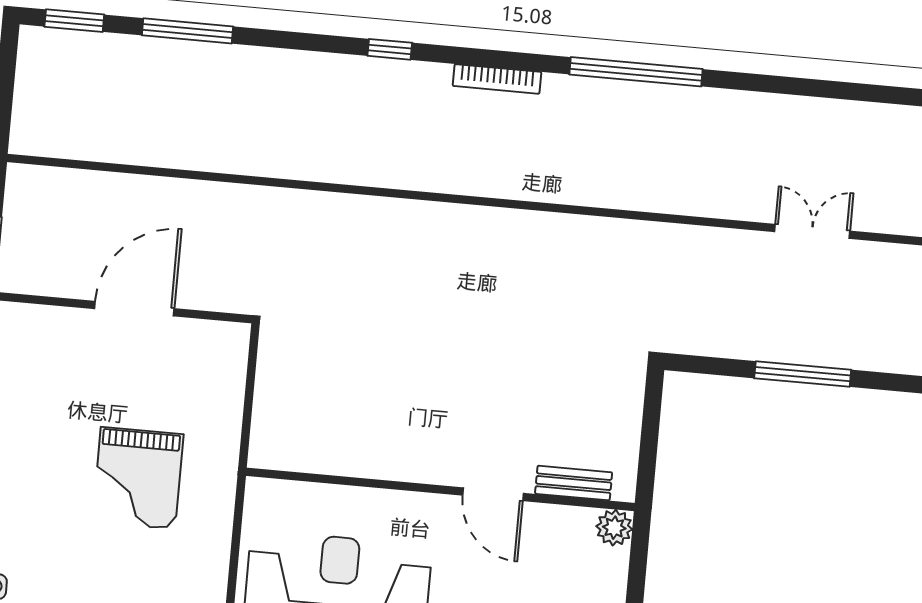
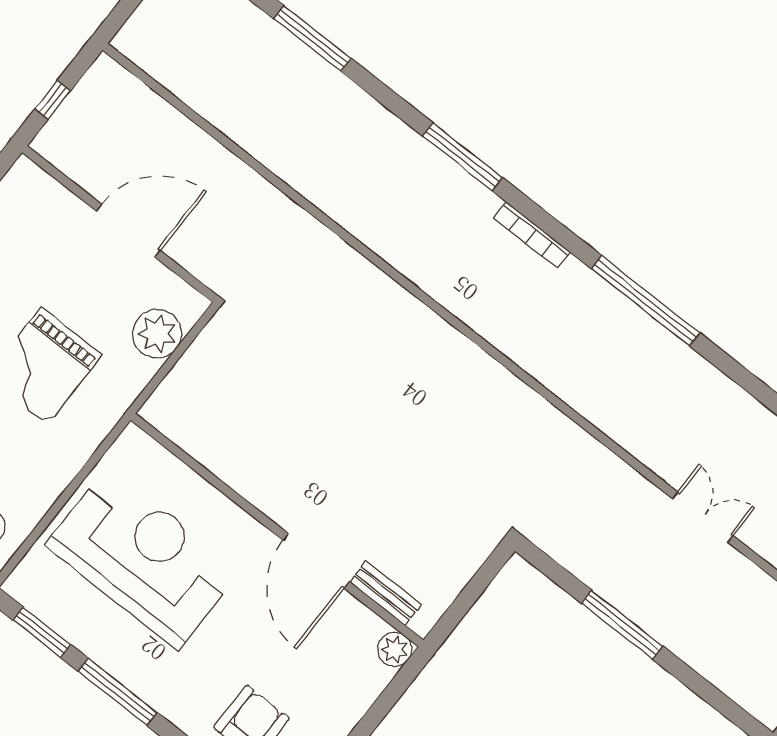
window: (390, 49) -> (463, 157), width x2.17
plant: (220, 384) -> (157, 334), added
door: (493, 494) -> (316, 561), width x1.36

